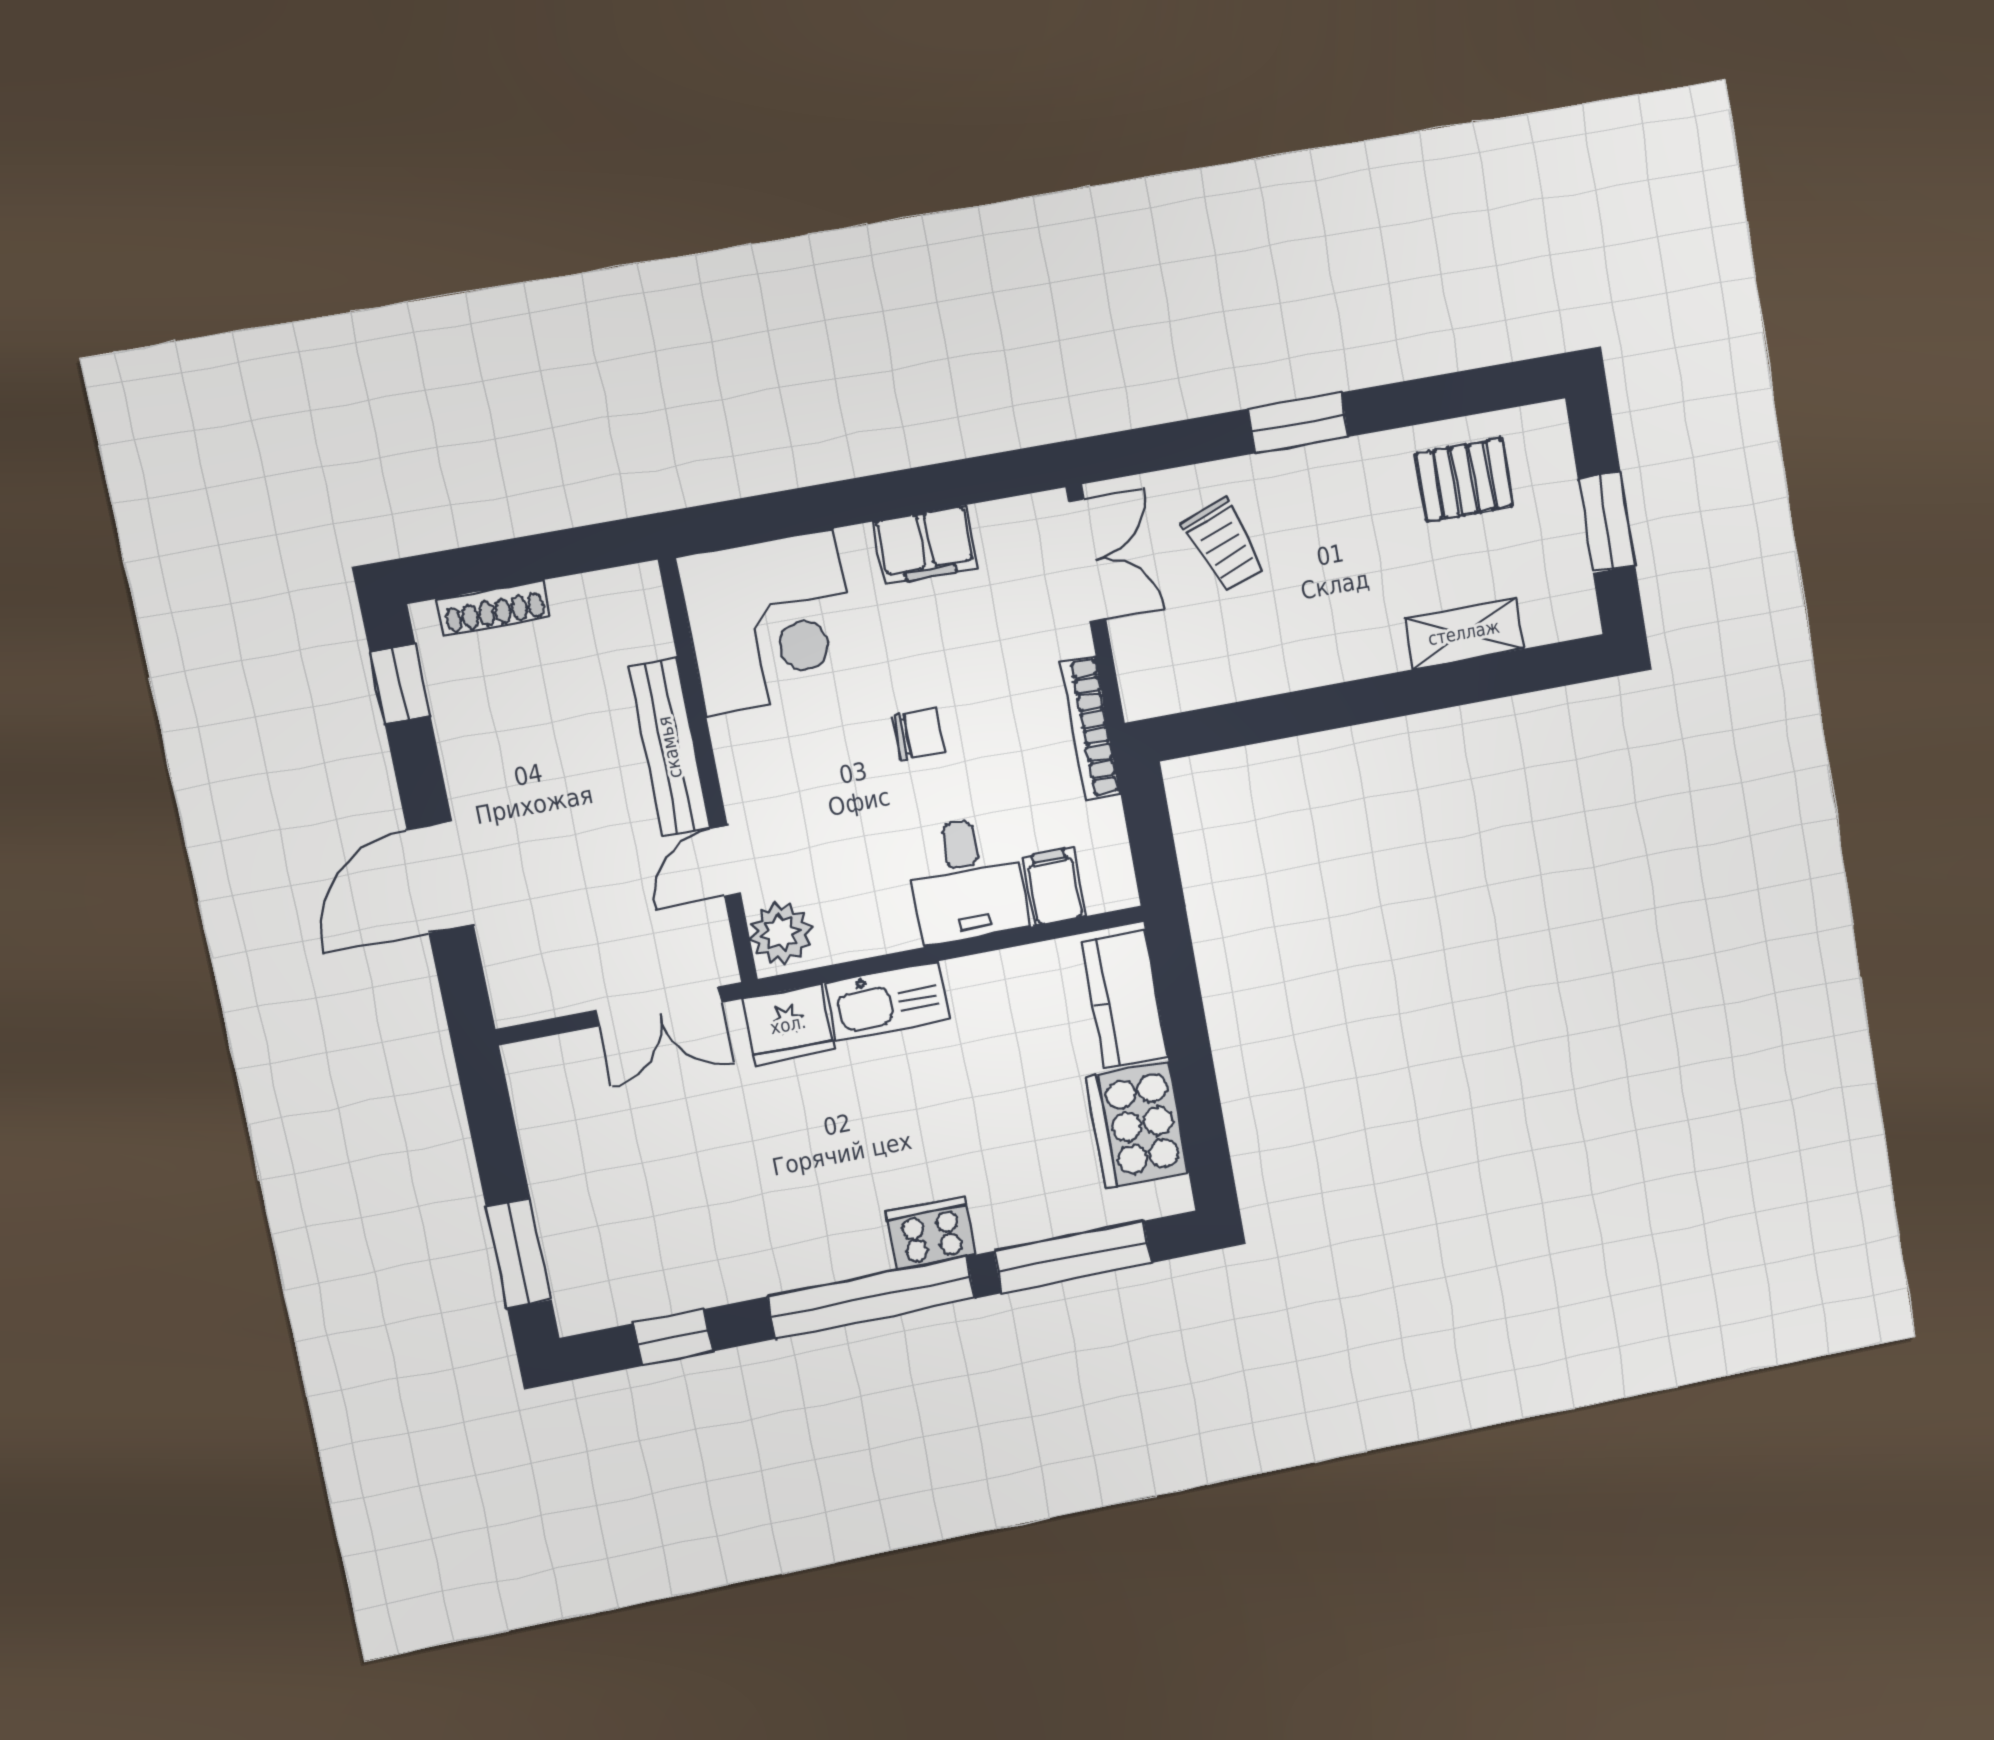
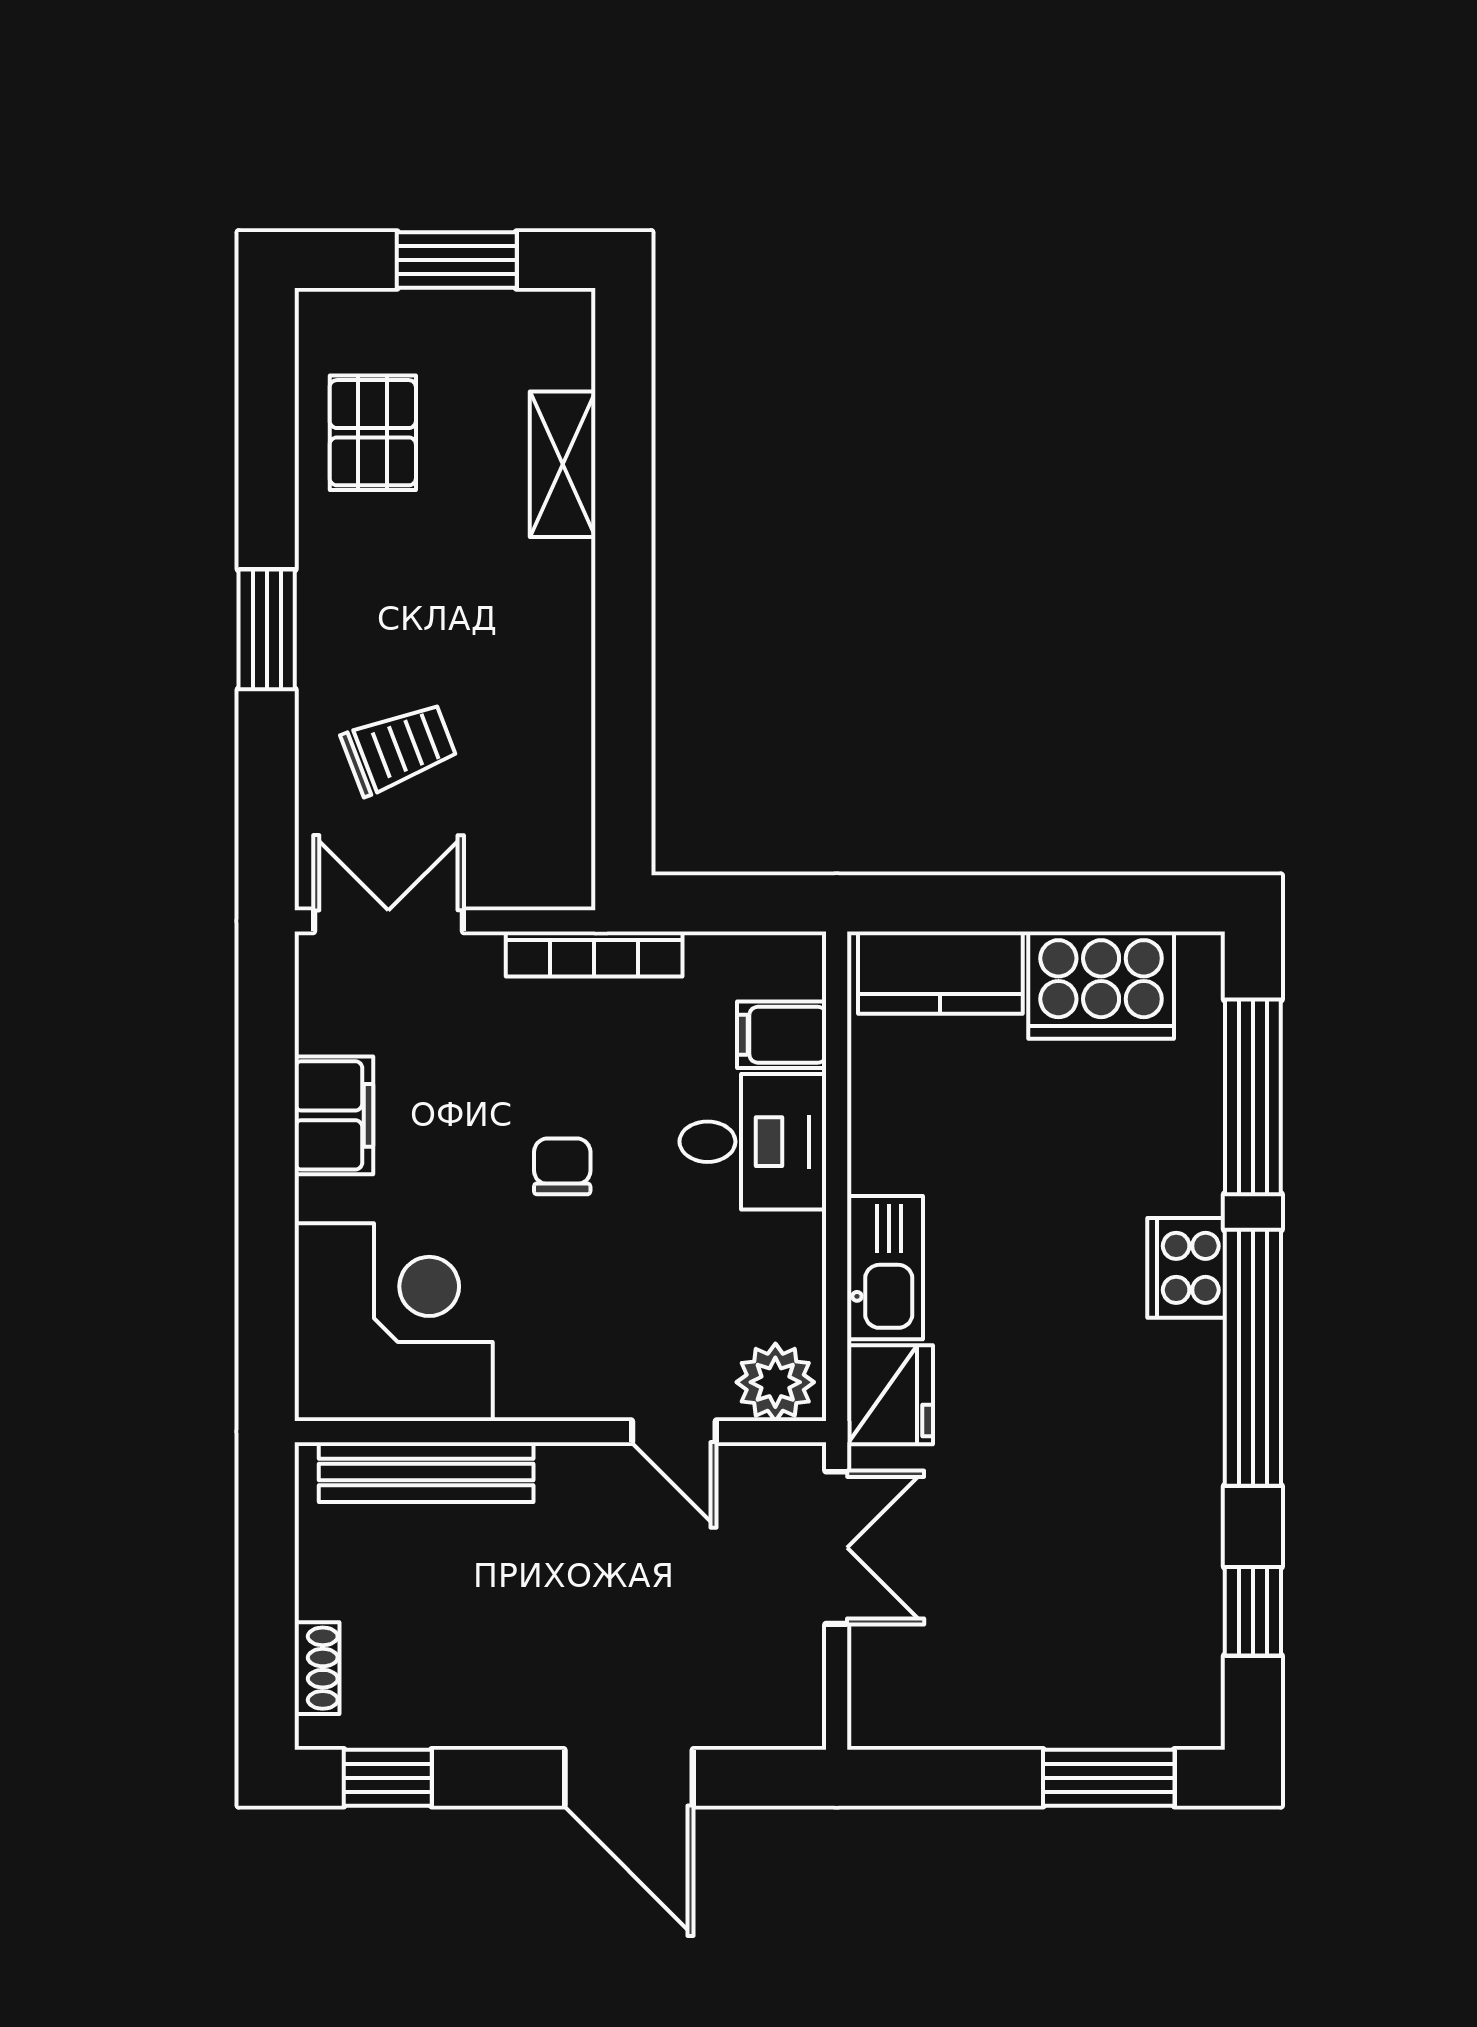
shoe rack: (494, 608) -> (317, 1668), width x0.70
bench: (670, 747) -> (426, 1472), moved

